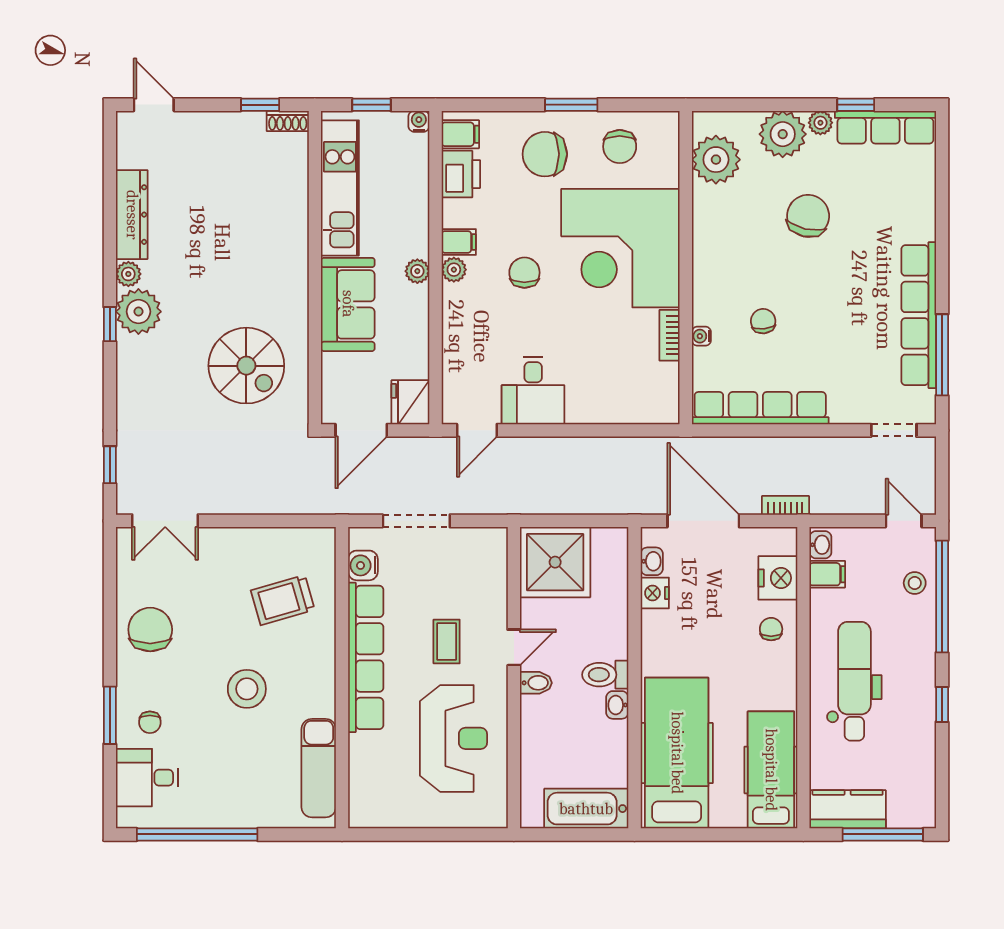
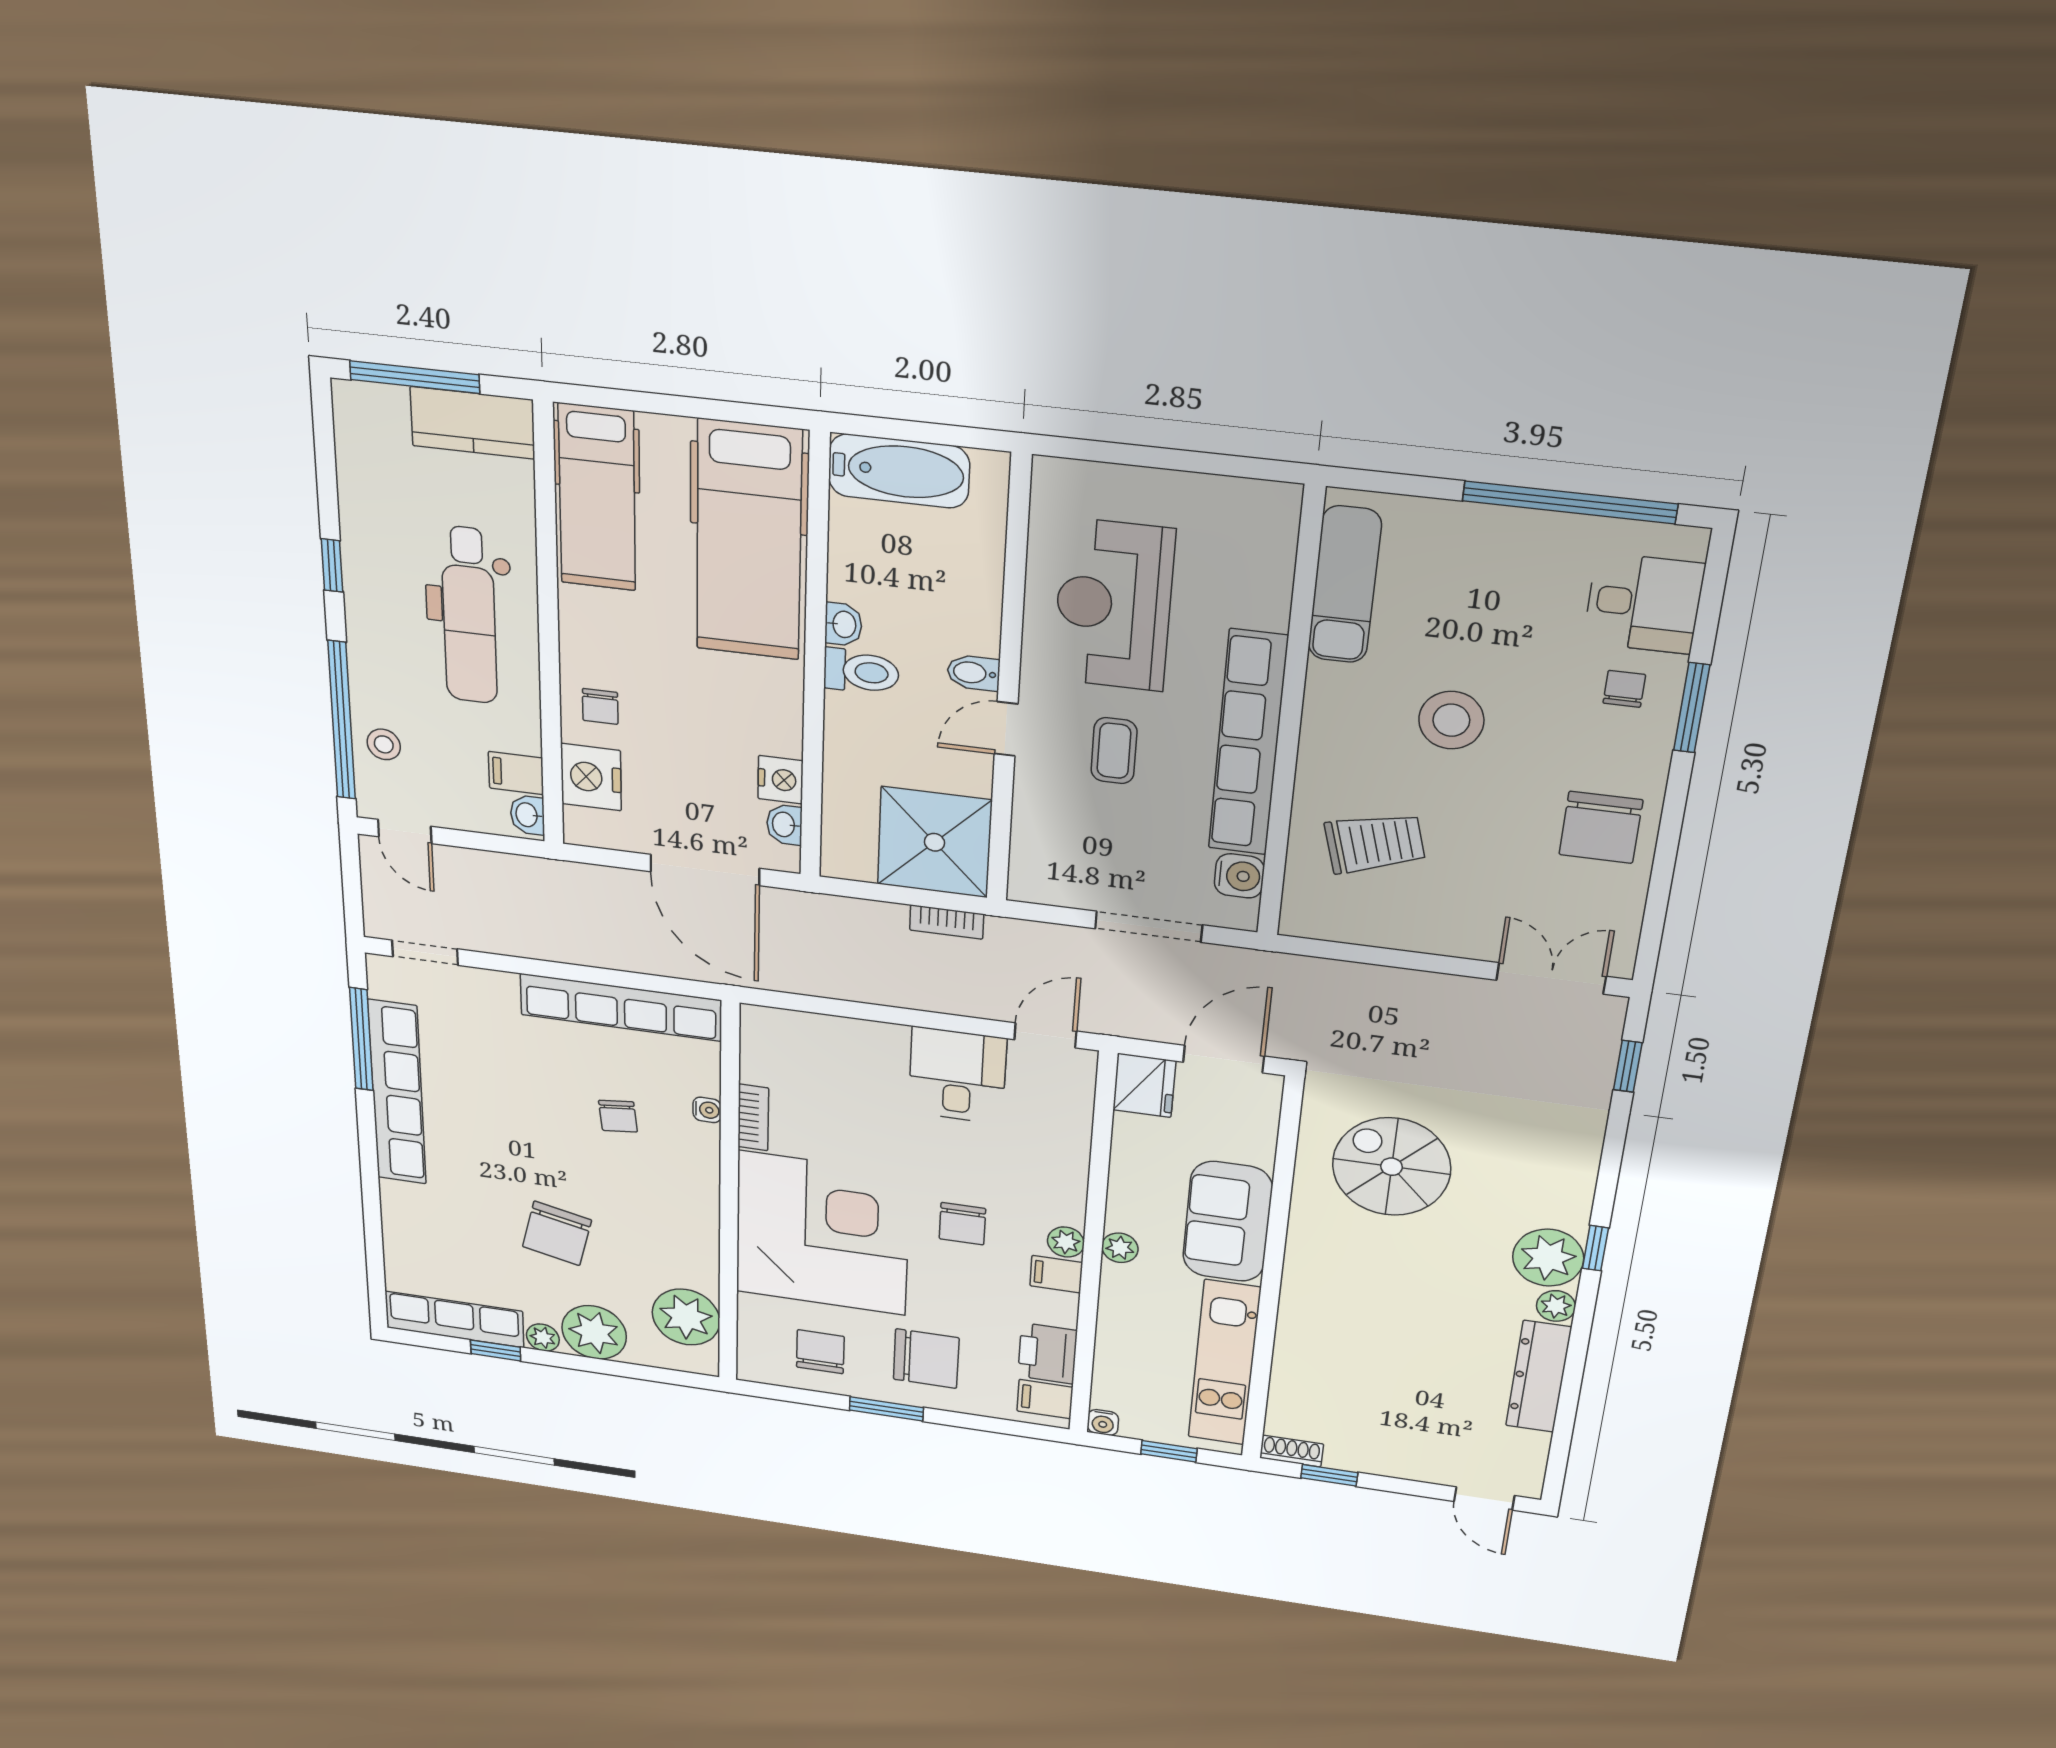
bookcase: (785, 505) -> (947, 922), moved

